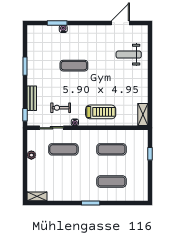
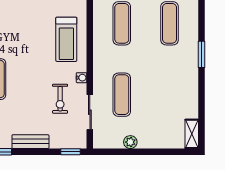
bench: (32, 98) -> (30, 142), moved
treadmill: (101, 112) -> (66, 39), turned 180

